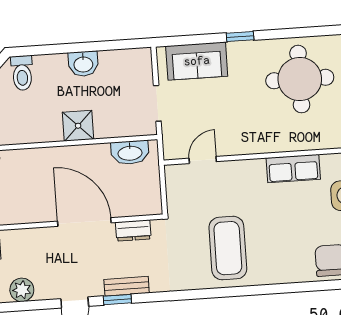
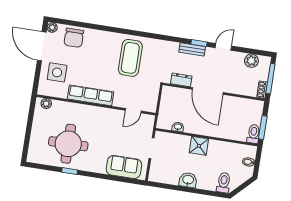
window: (240, 37) -> (70, 171), moved
washbasin: (130, 153) -> (178, 127), width x0.52, depth x0.69
row of seats: (293, 169) -> (91, 95), width x1.48

